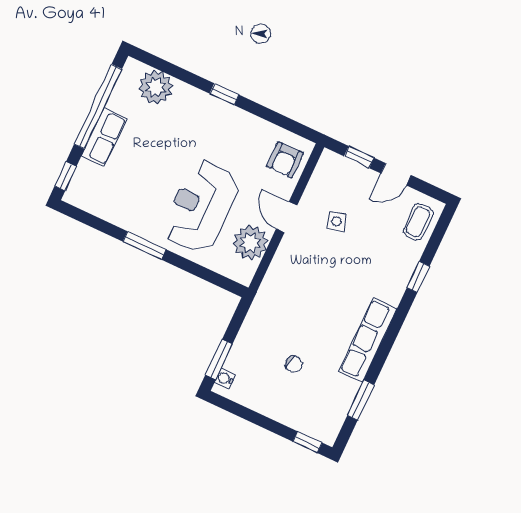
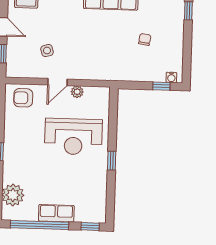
armchair: (285, 160) -> (23, 98), turned 180
plant: (250, 243) -> (77, 92), width x0.53, depth x0.53
window: (145, 246) -> (112, 161), width x0.67
window: (219, 359) -> (161, 86), width x0.67

